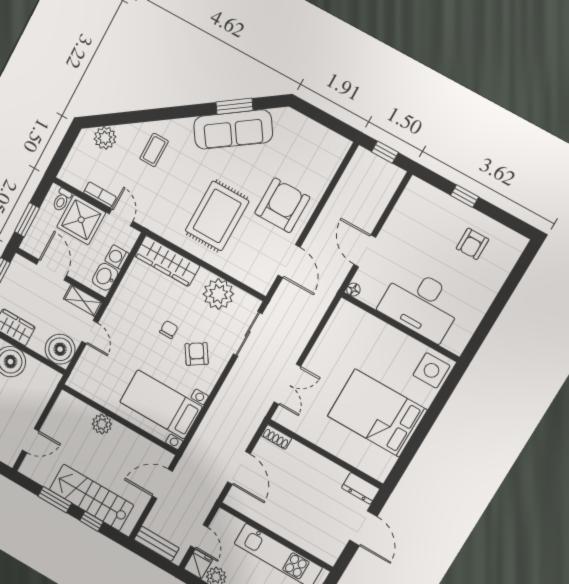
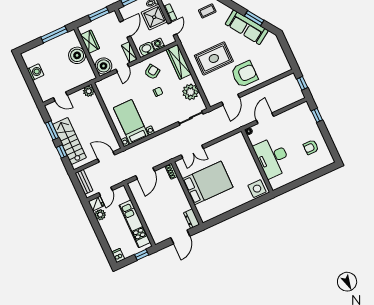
window: (465, 196) -> (317, 115), moved
armchair: (197, 354) -> (152, 72), moved
bed: (377, 413) -> (208, 183), moved, turned 90
plant: (102, 424) -> (89, 91), moved

